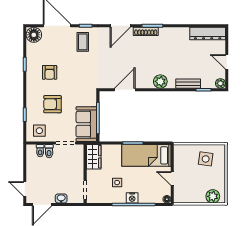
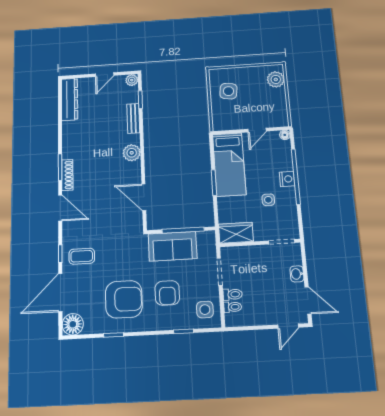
armchair: (50, 72) -> (124, 299), width x1.88, depth x1.88
sofa: (86, 124) -> (172, 246), moved

